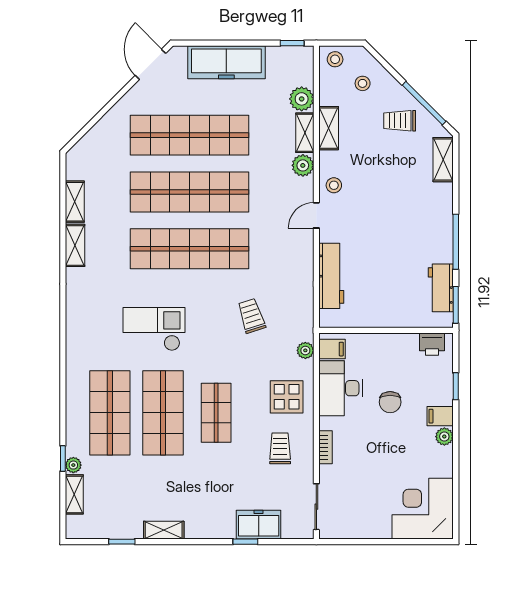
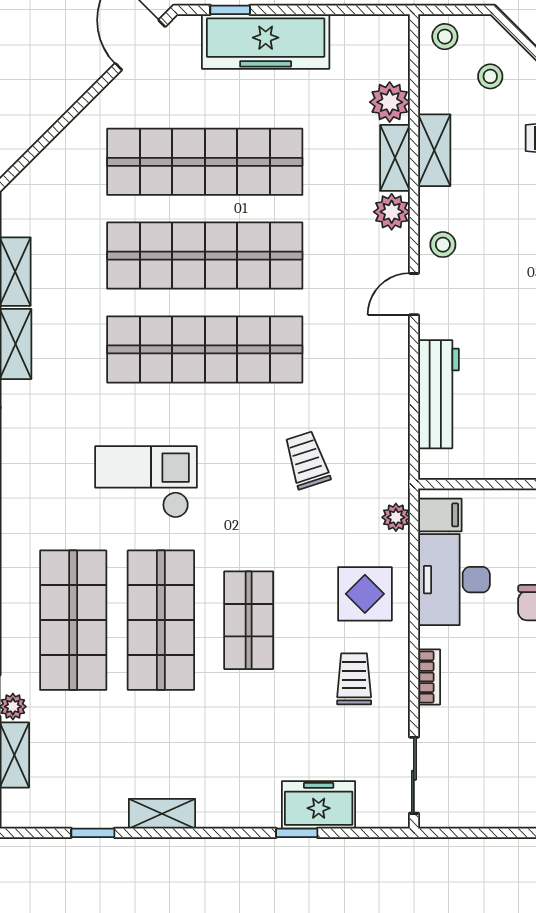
window: (292, 43) -> (230, 10), moved

